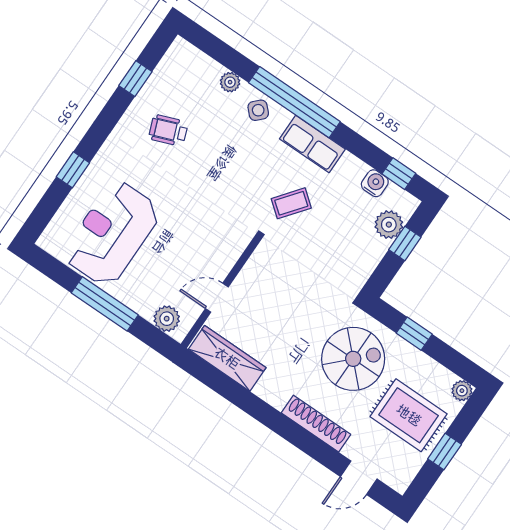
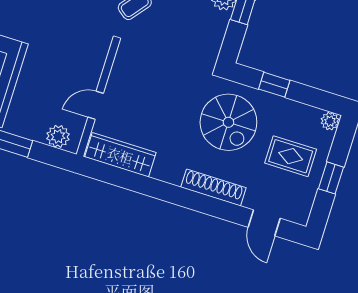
spiral stairs: (353, 359) -> (228, 122), turned 90
rug: (409, 415) -> (291, 156), width x0.73, depth x0.70
door: (359, 478) -> (264, 223), hinge flipped

